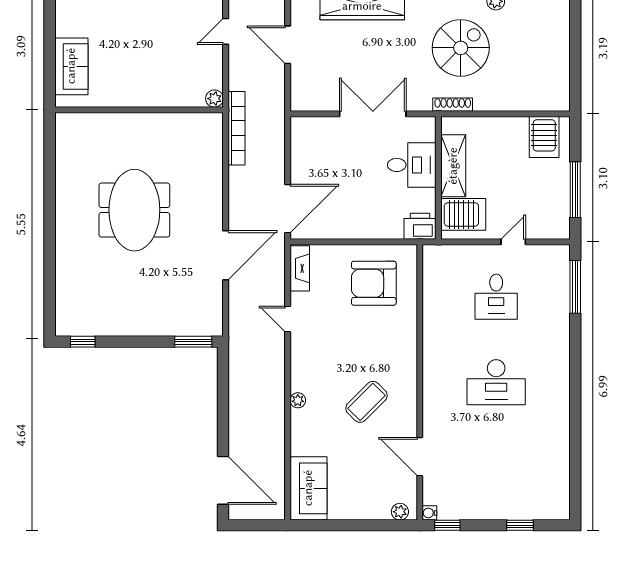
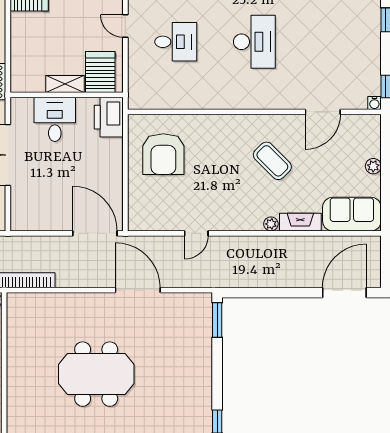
shelving: (453, 166) -> (65, 84), width x0.67, depth x0.75
printer: (420, 226) -> (109, 117), width x1.37, depth x1.19
fireplace: (300, 268) -> (300, 222), moved
plant: (400, 512) -> (373, 166), moved

